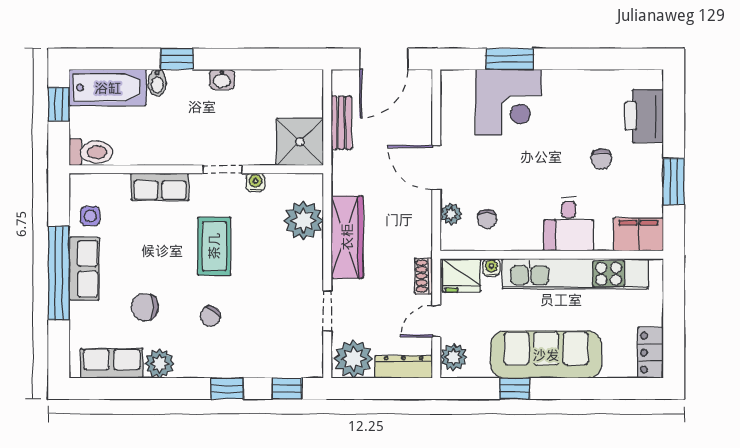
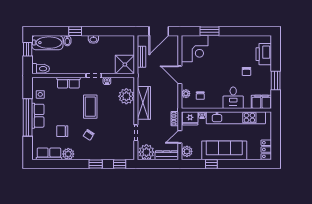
corner desk: (508, 102) -> (195, 49), moved

